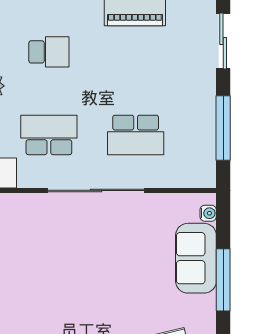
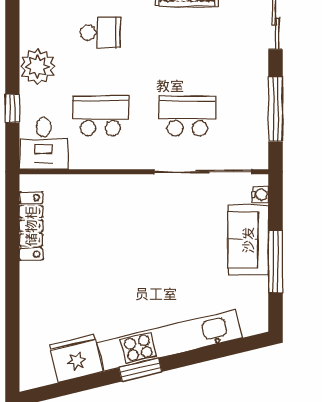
school desk: (136, 135) -> (187, 116), turned 180
sliding door: (96, 190) -> (203, 172), moved

